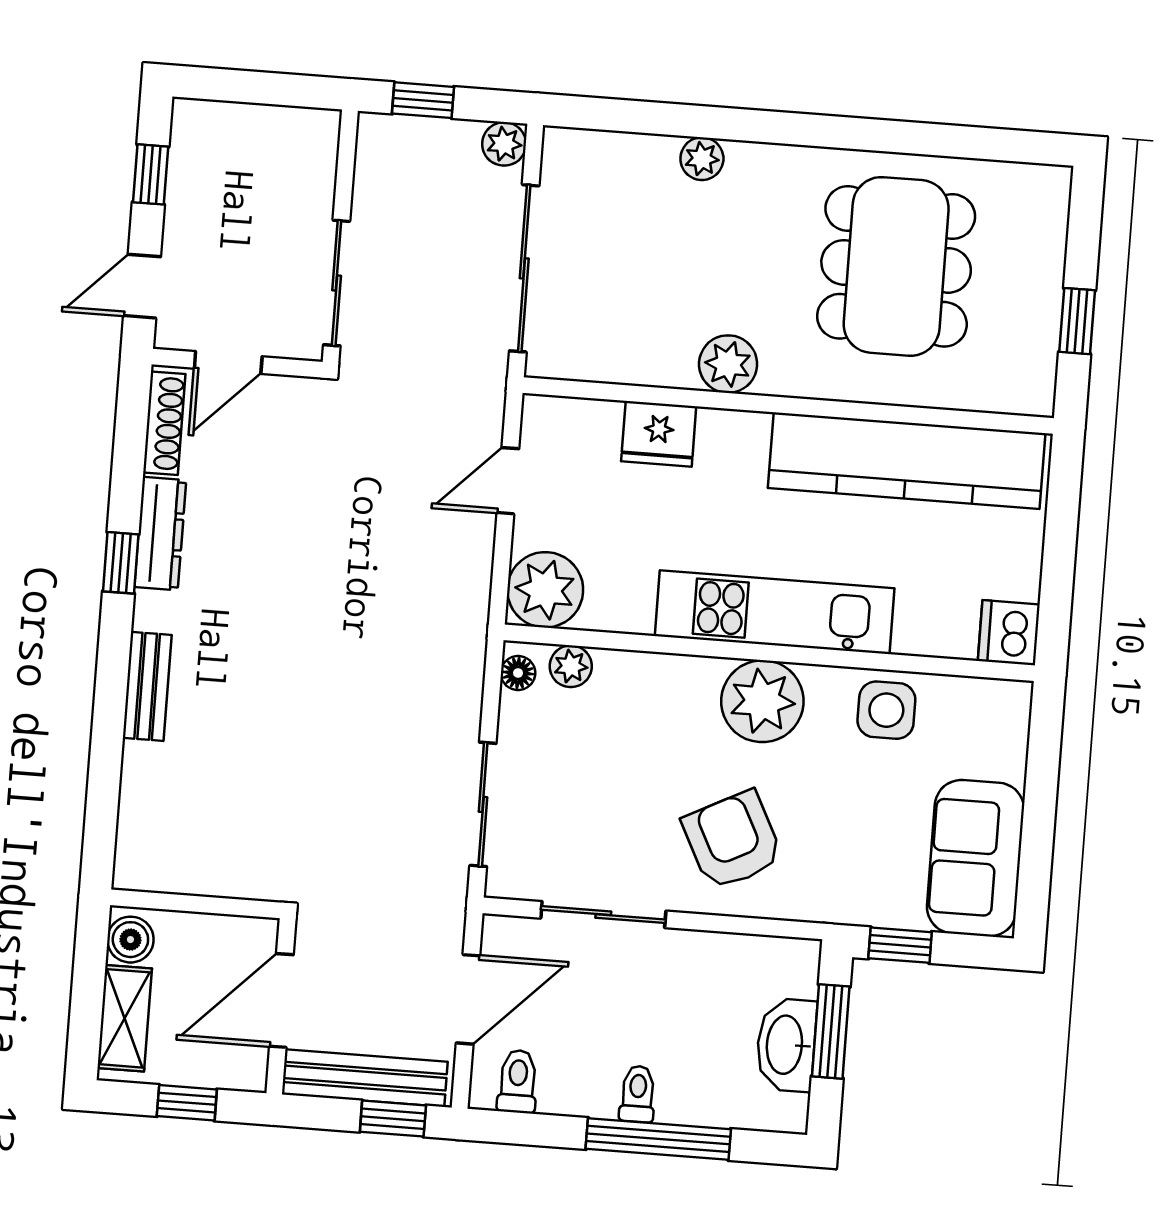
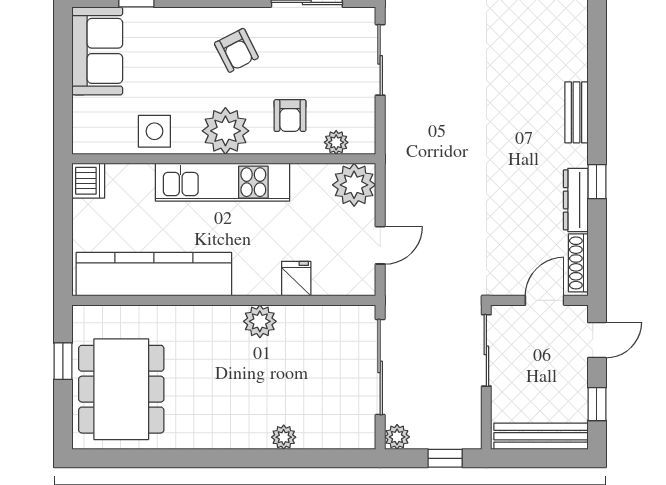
bench: (253, 126) -> (541, 436), added
dining table: (896, 266) -> (121, 389), moved
fridge: (659, 434) -> (296, 279), width x0.72
floor lamp: (518, 673) -> (366, 136), removed
armchair: (648, 719) -> (290, 116), added
armchair: (733, 840) -> (236, 50), width x0.72, depth x0.72

